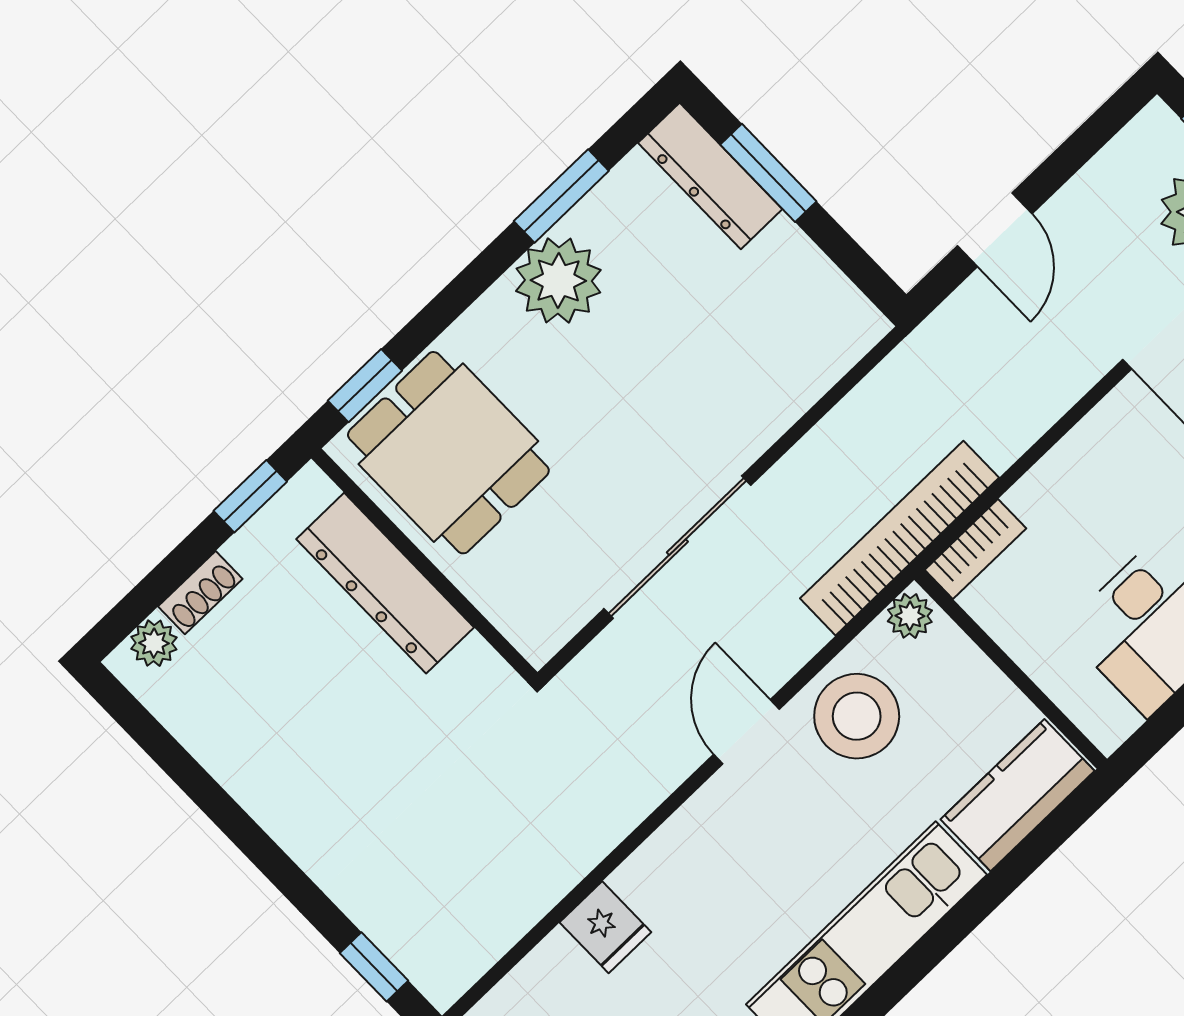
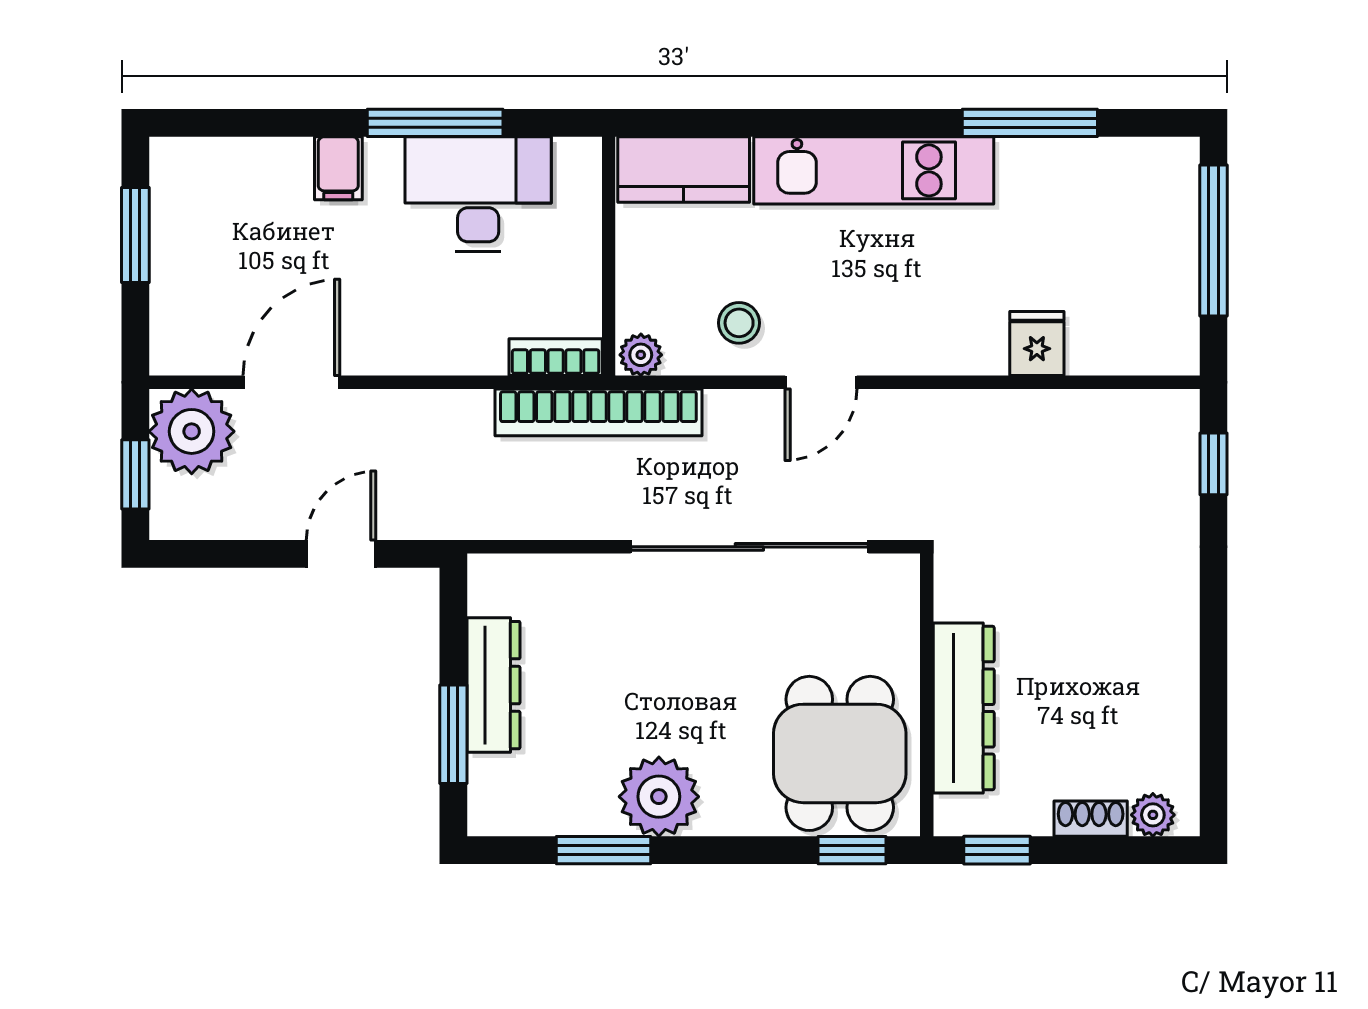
dresser: (710, 176) -> (493, 685), moved
sliding door: (677, 547) -> (749, 547), width x1.36
stool: (857, 716) -> (739, 323), width x0.53, depth x0.53

